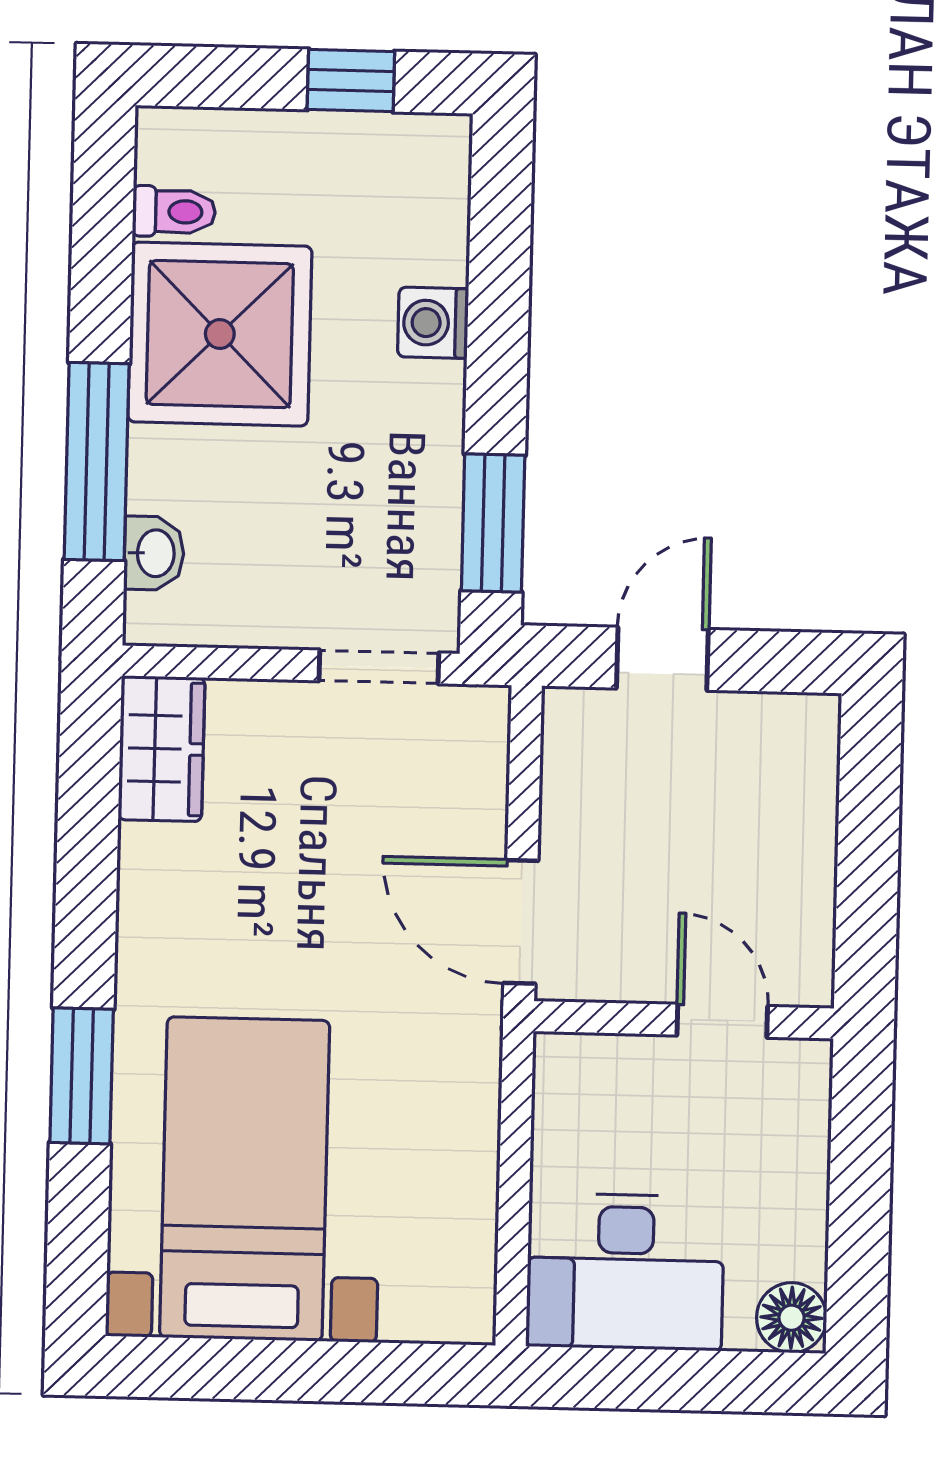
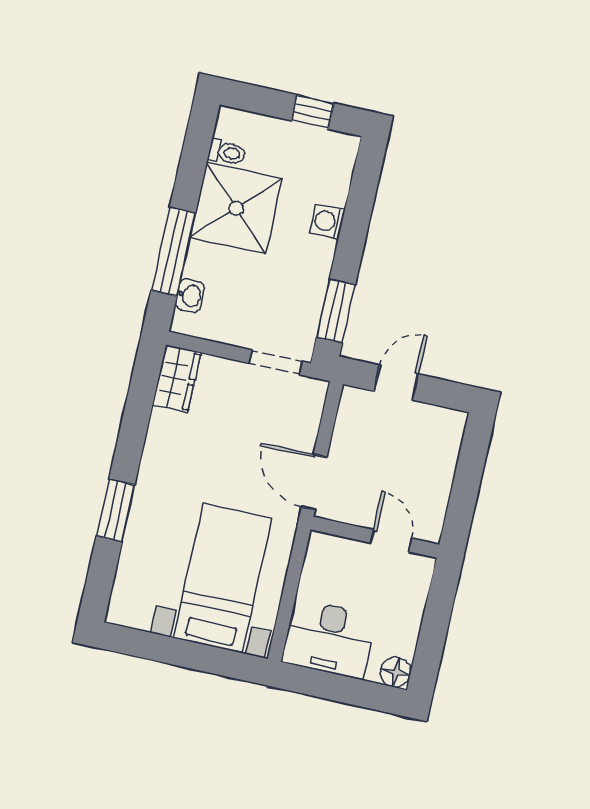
bed with nightstands: (245, 1179) -> (223, 578), moved

